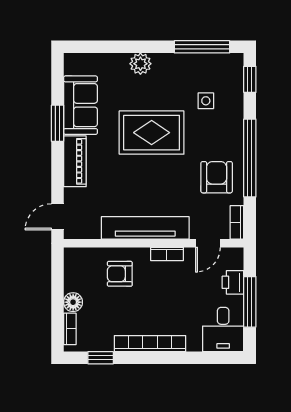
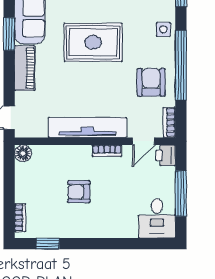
side table: (206, 101) -> (163, 29), moved
armchair: (120, 274) -> (79, 192), moved
printer: (233, 282) -> (166, 155), moved
floor lamp: (73, 302) -> (23, 153), moved
bookcase: (150, 344) -> (92, 231), removed

